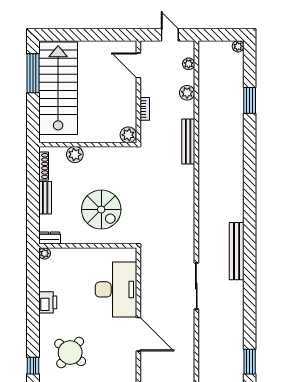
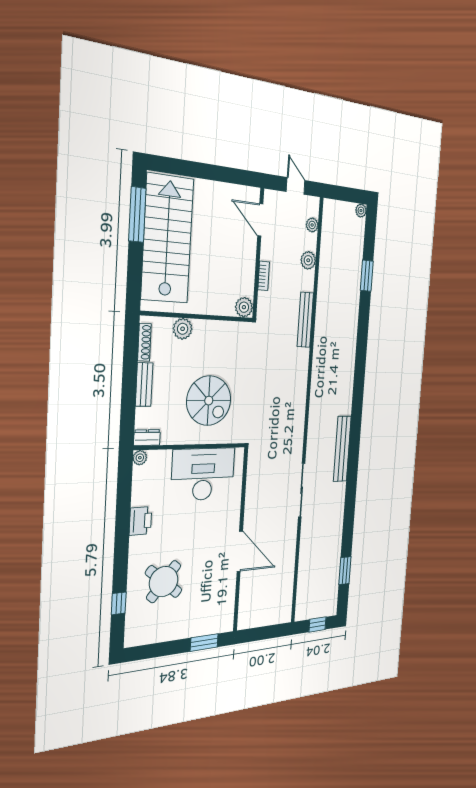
desk: (116, 289) -> (203, 474), moved, turned -90

